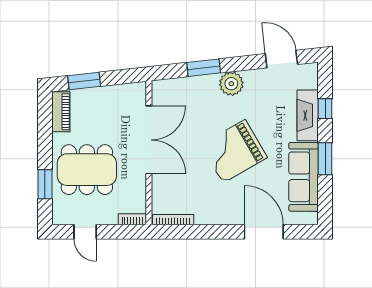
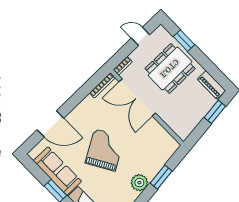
double door: (149, 140) -> (137, 97), moved

